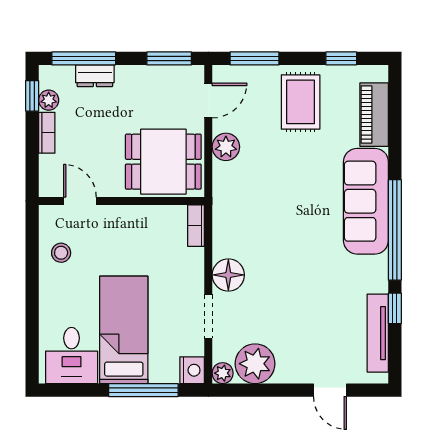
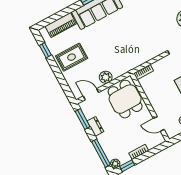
window: (255, 58) -> (64, 85), removed
dresser: (95, 76) -> (95, 126), moved
plant: (49, 100) -> (115, 164), moved
door: (80, 201) -> (159, 124), hinge flipped
floor lamp: (228, 275) -> (156, 49), removed

